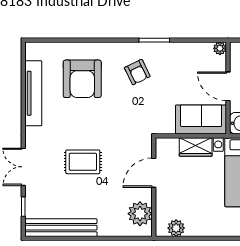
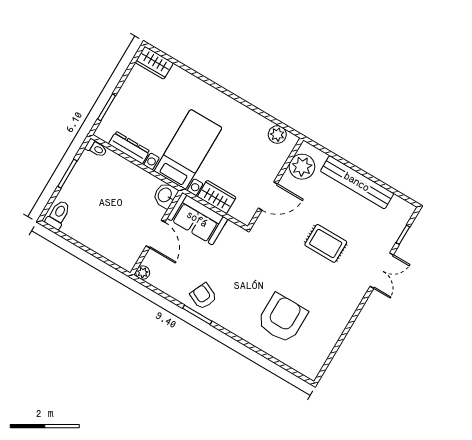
armchair: (137, 72) -> (203, 296), moved, turned -39
tv unit: (33, 93) -> (334, 331), removed
bench: (61, 228) -> (357, 182), moved

